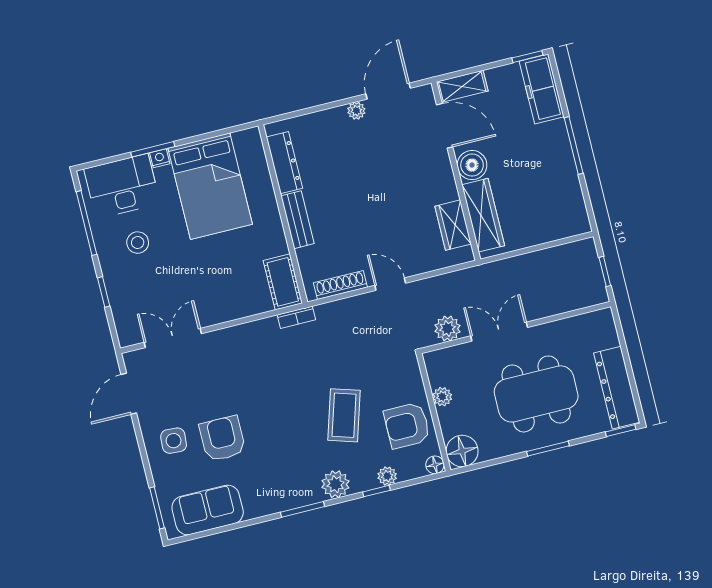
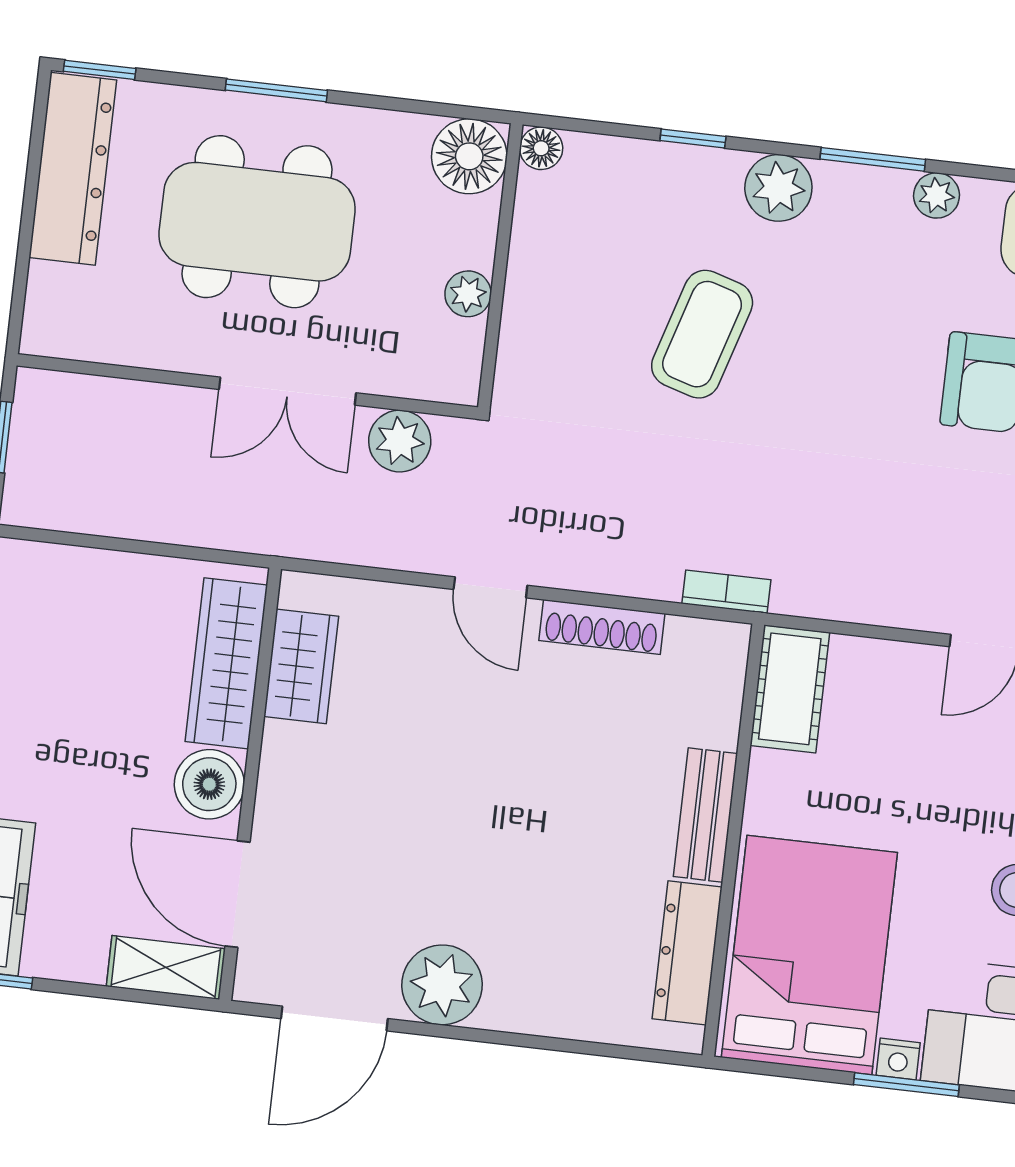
plant: (356, 111) -> (442, 985), width x1.88, depth x1.88
dresser: (284, 163) -> (687, 953), moved
wall: (283, 214) -> (733, 840), moved
bench: (297, 220) -> (705, 815), moved
cot: (283, 282) -> (790, 689), moved
armchair: (407, 425) -> (570, 259), removed
plant: (387, 476) -> (937, 195), moved

